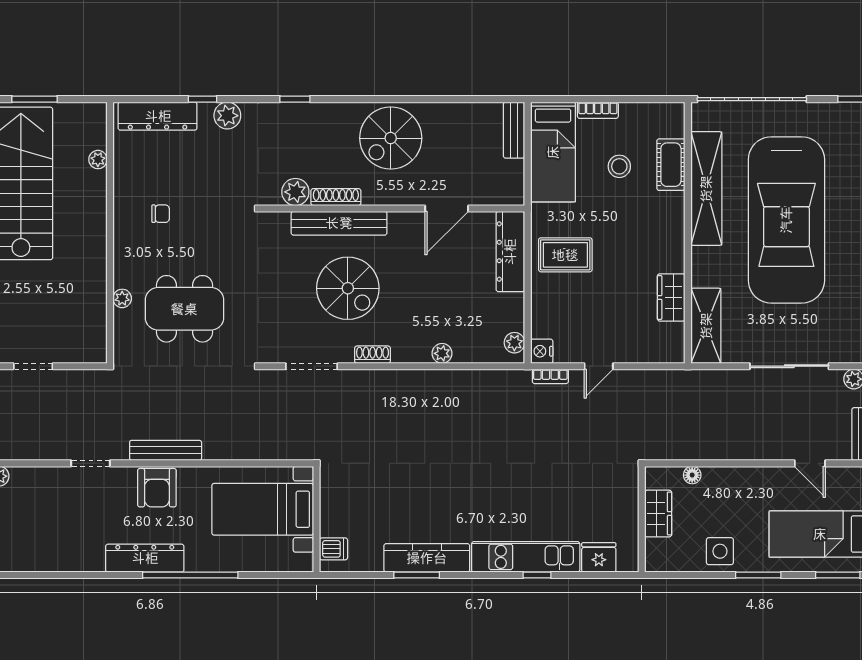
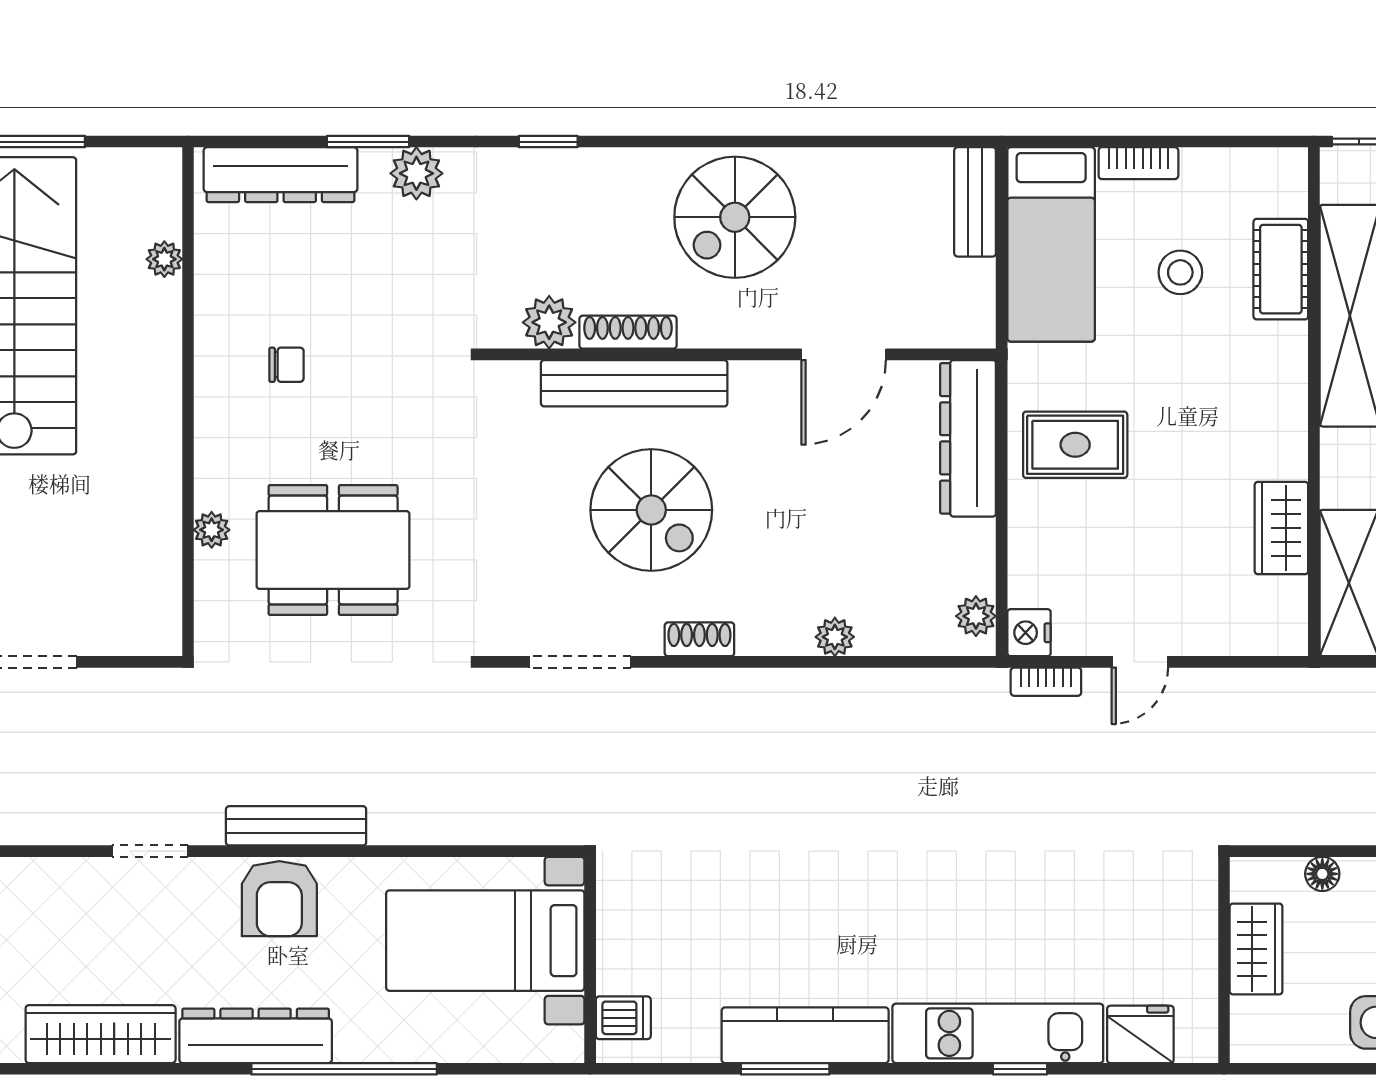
window: (202, 99) -> (368, 142), width x1.50
wardrobe: (65, 557) -> (101, 1034), added

